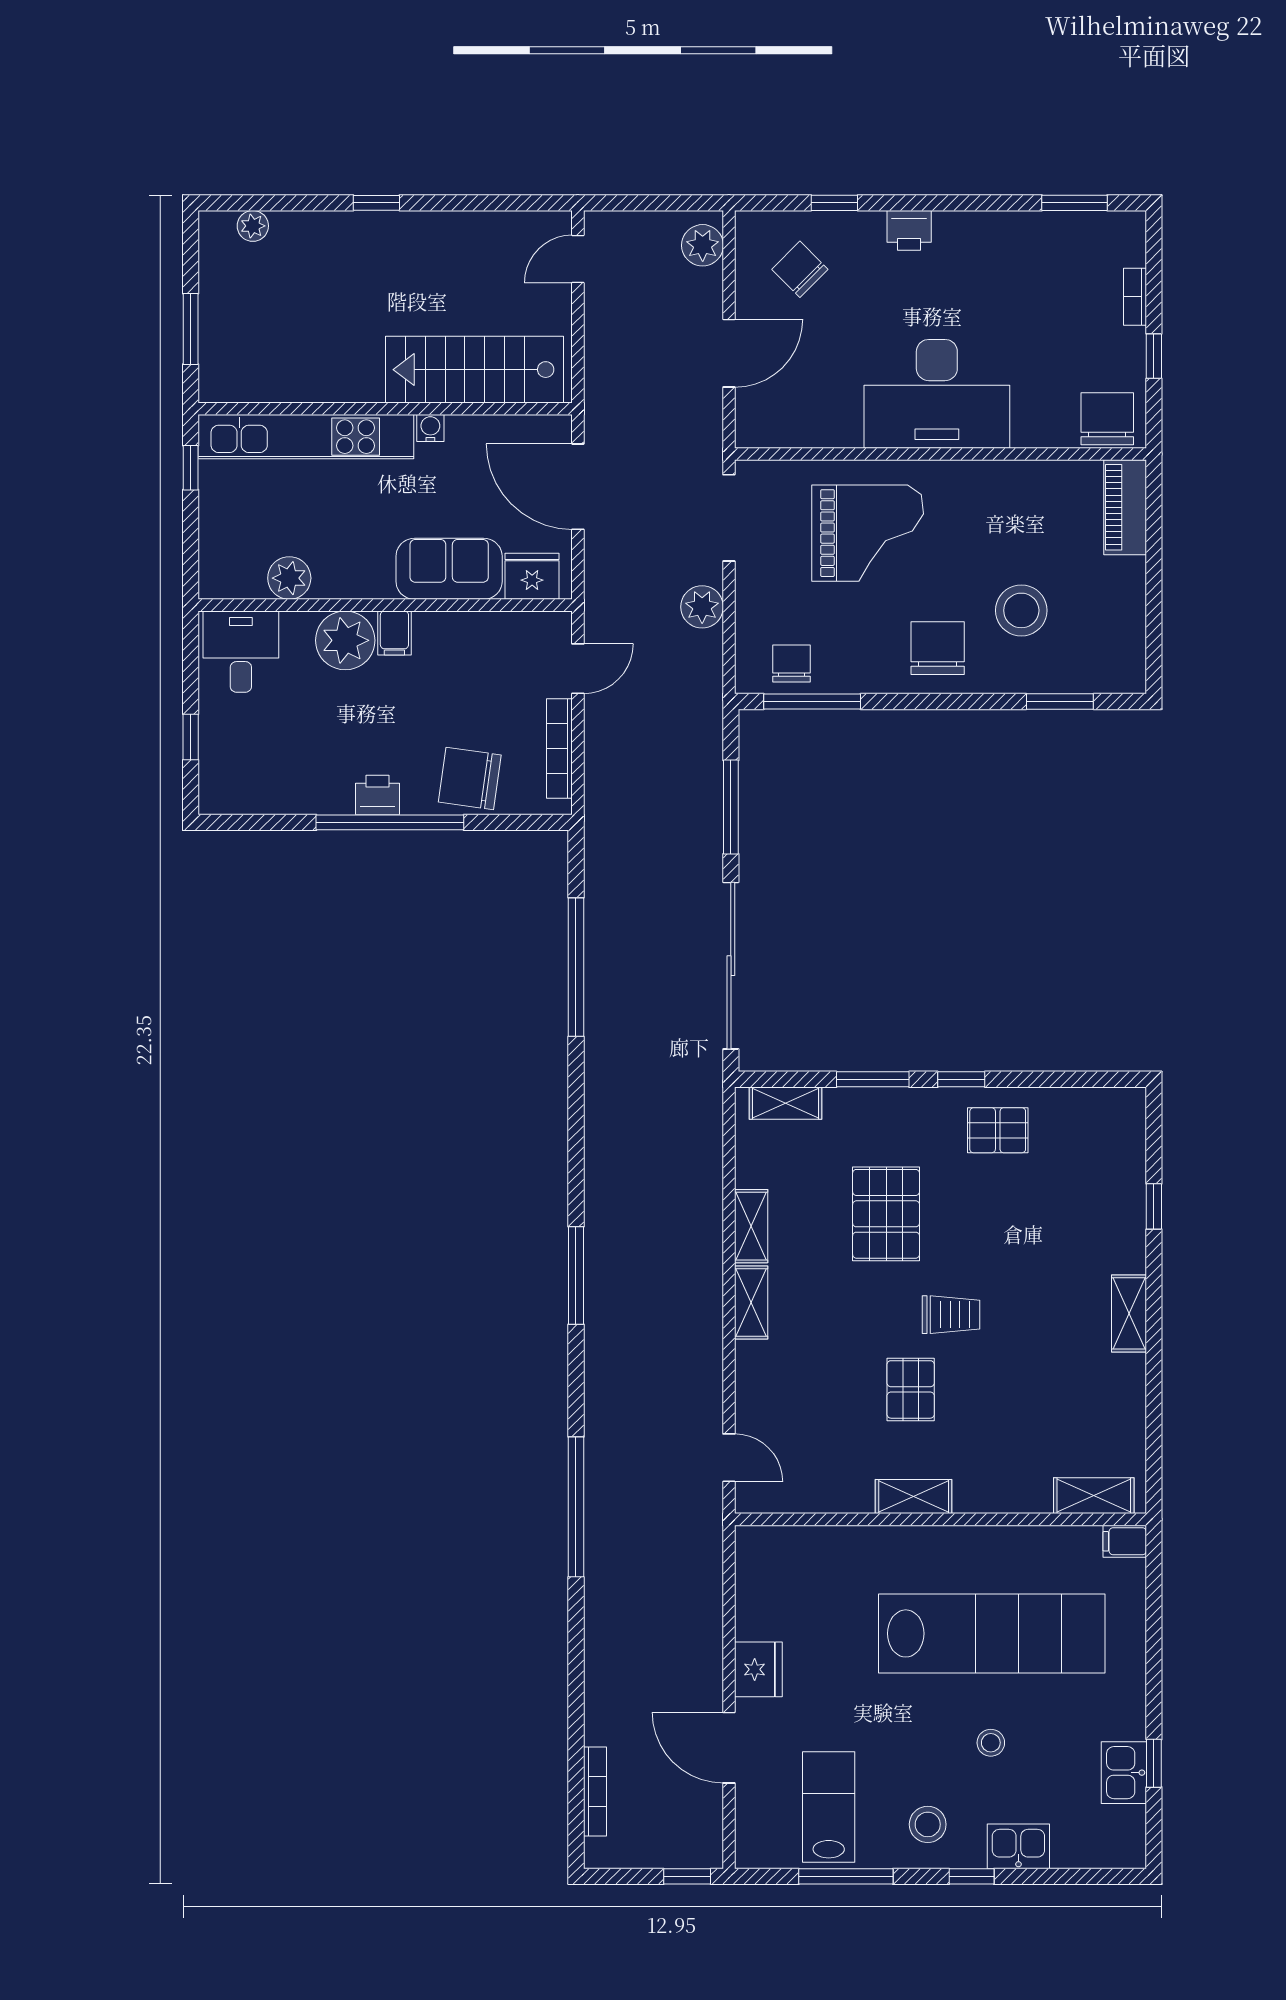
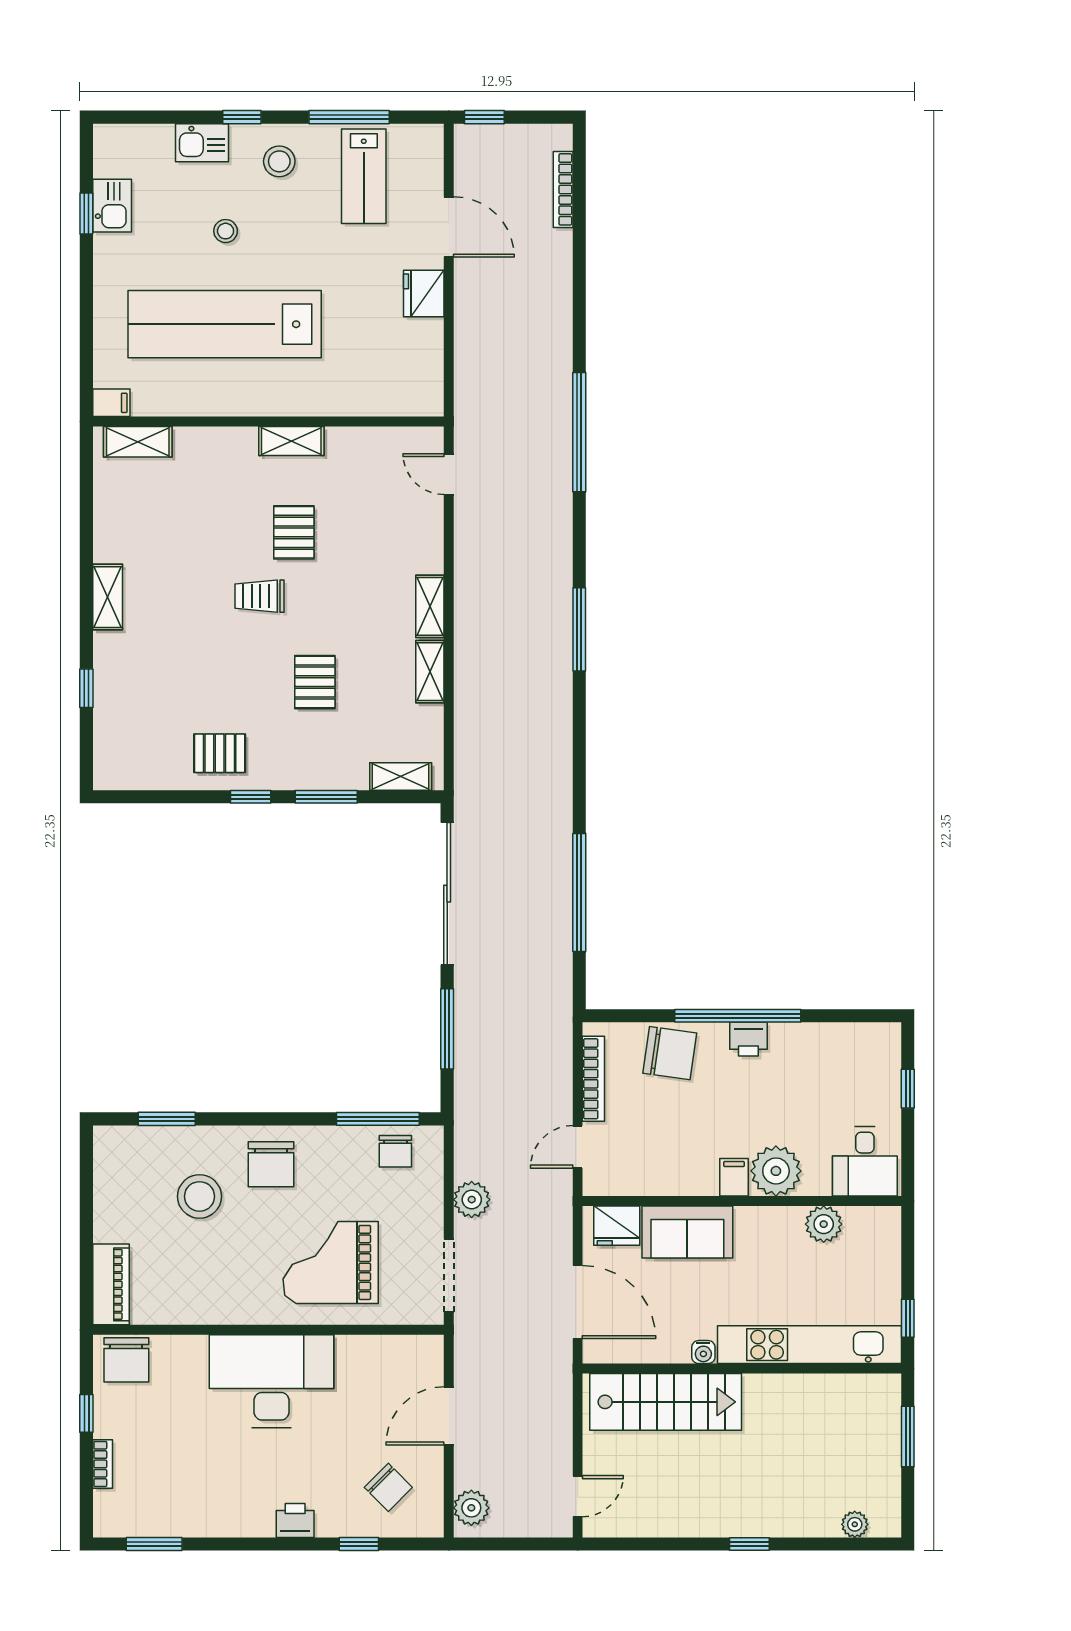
pallet: (886, 1214) -> (315, 682), width x0.67, depth x0.71

